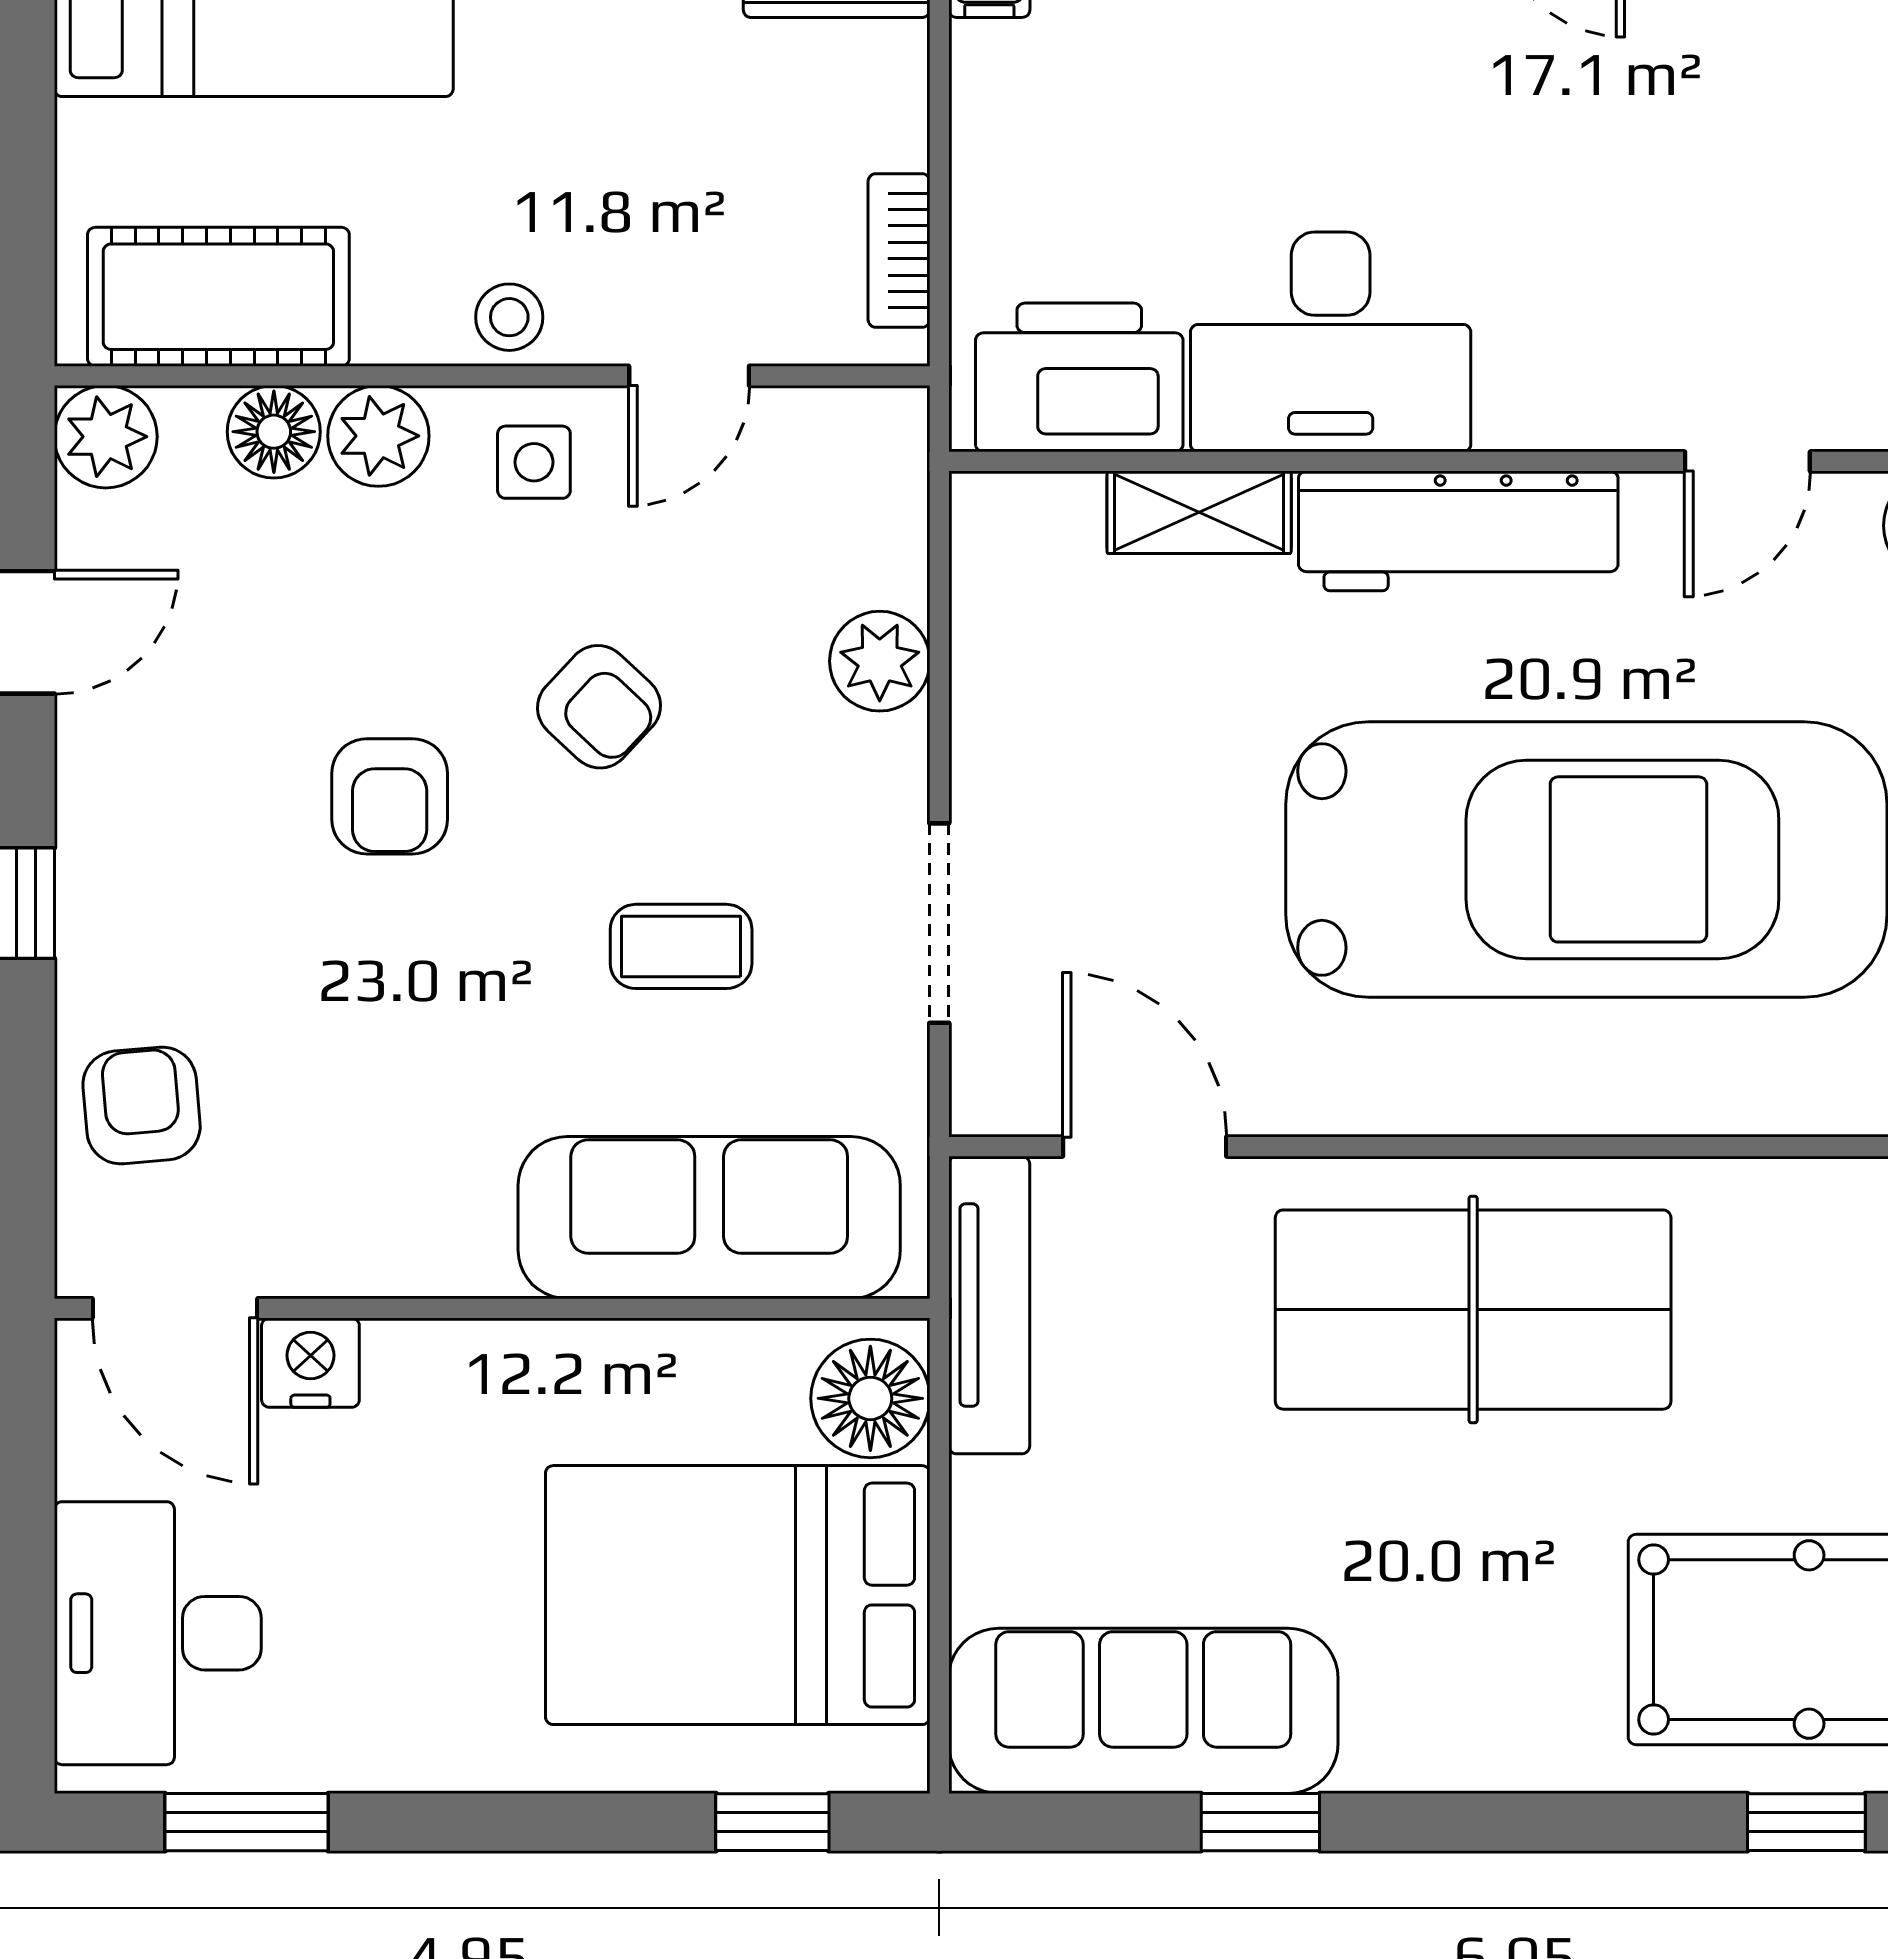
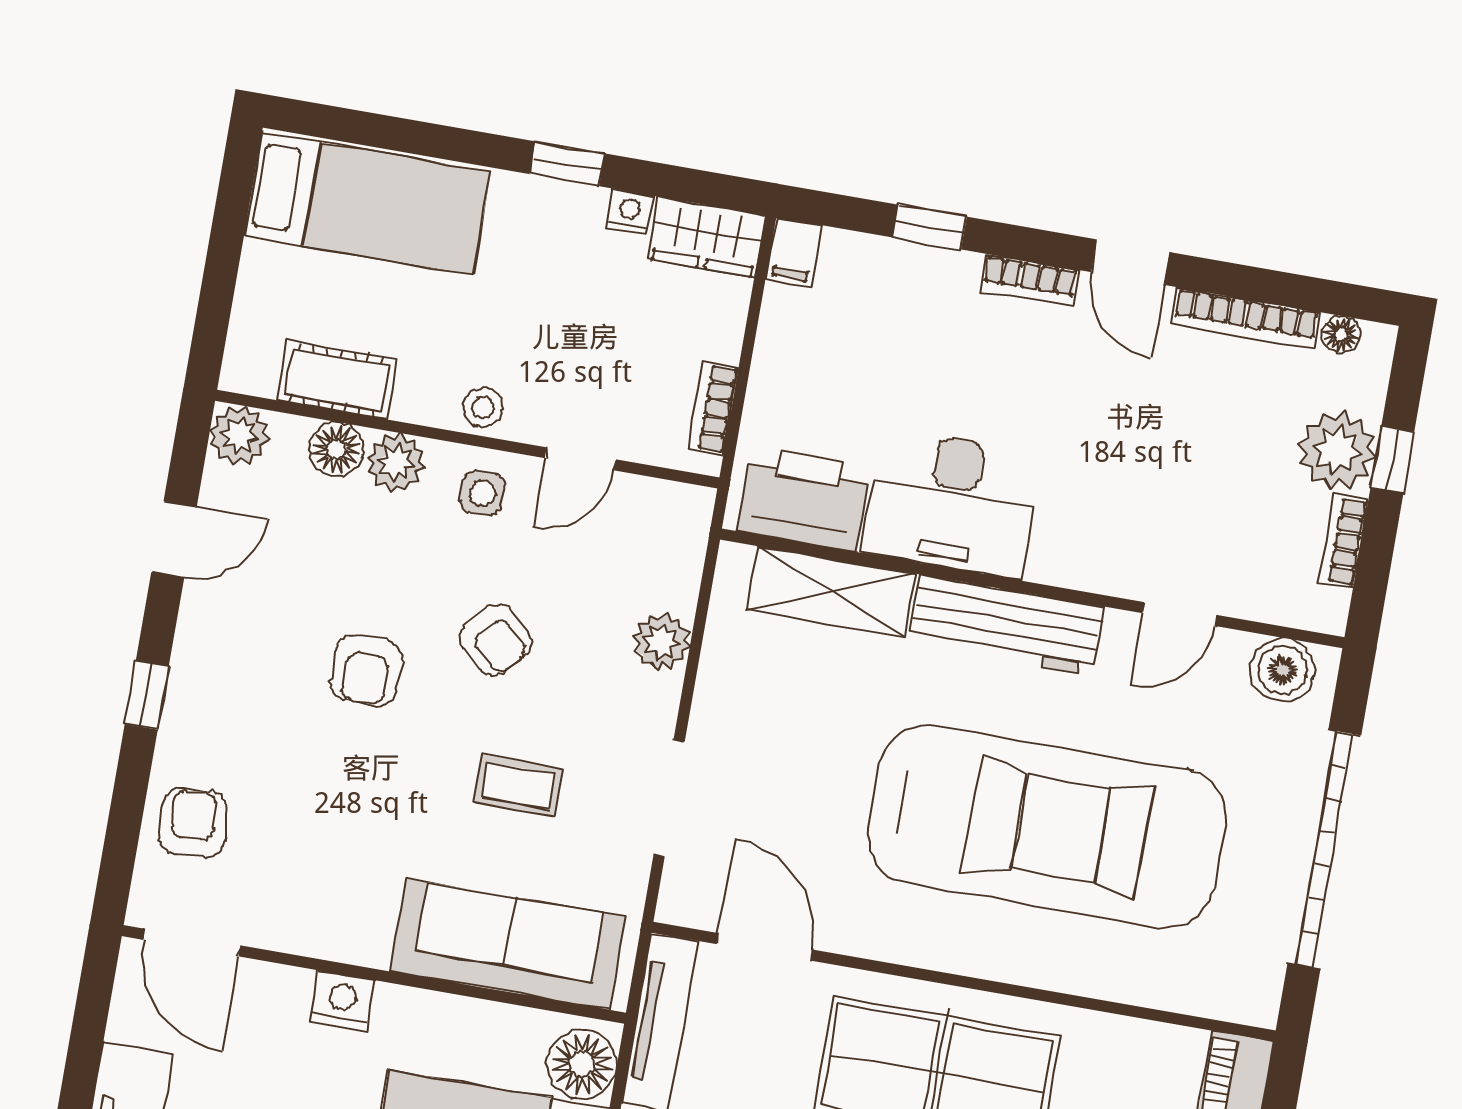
cot: (218, 297) -> (337, 380), width x0.73, depth x0.75
shelving: (1199, 512) -> (832, 592), width x1.50, depth x1.33
nightstand: (310, 1363) -> (342, 1001), moved

